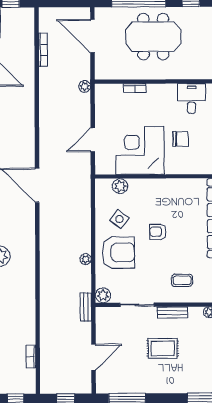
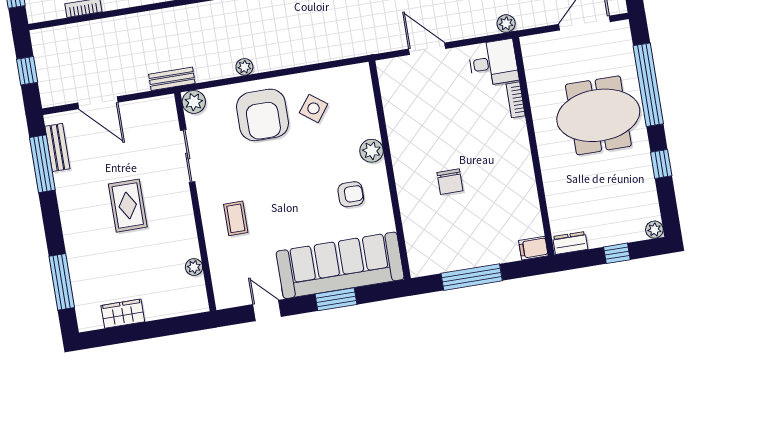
meeting table: (153, 37) -> (598, 115), turned 90
desk: (192, 98) -> (493, 63), moved
corner desk: (140, 150) -> (423, 123), removed
plant: (120, 186) -> (372, 151), moved
armchair: (158, 232) -> (351, 194), moved, turned 90
bench: (172, 313) -> (57, 147), moved

